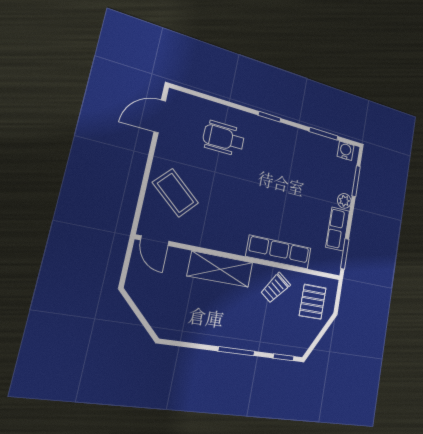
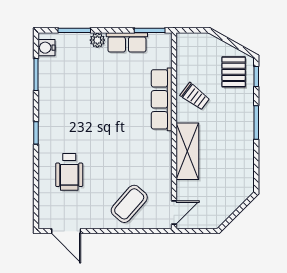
pallet: (313, 302) -> (234, 72), moved, turned 90

